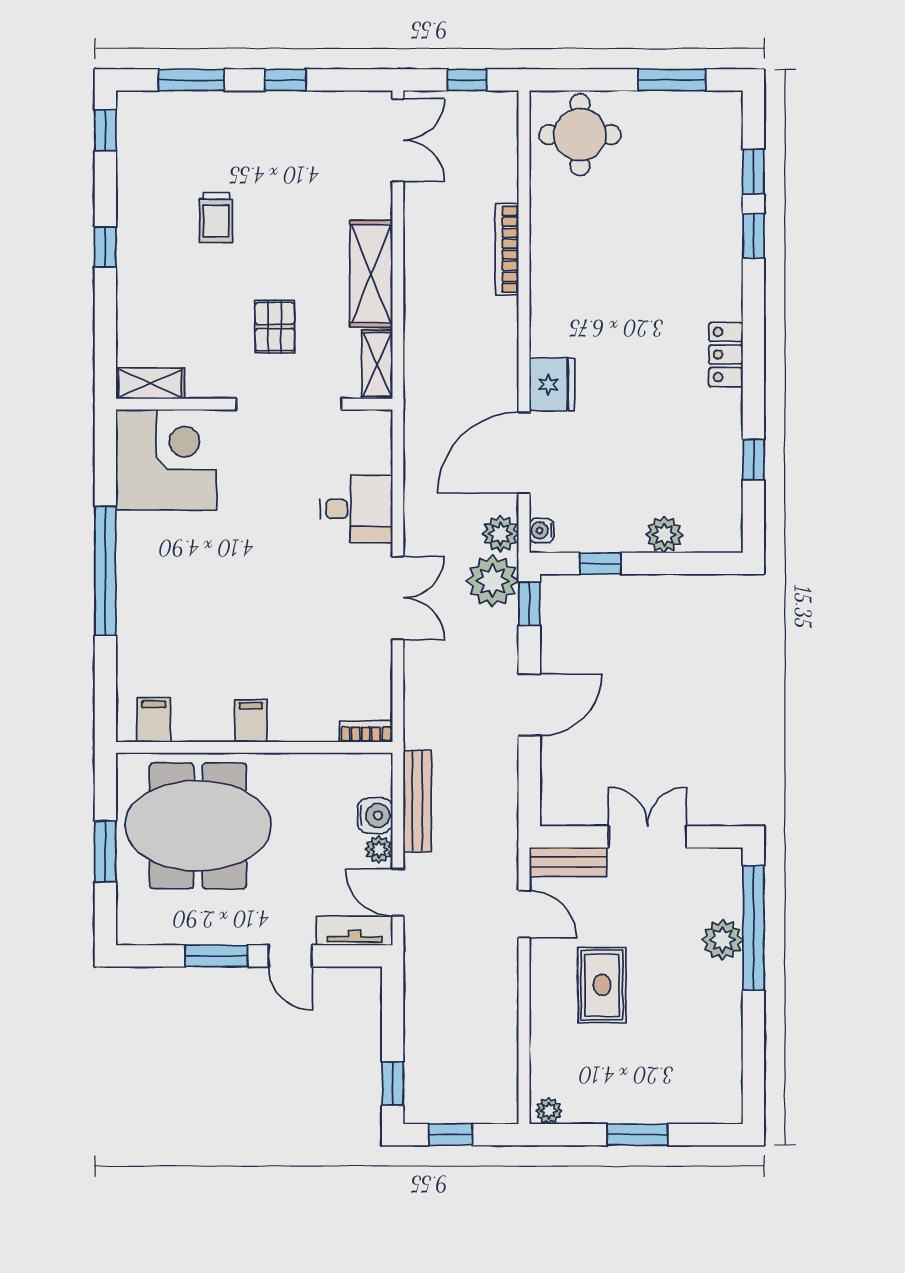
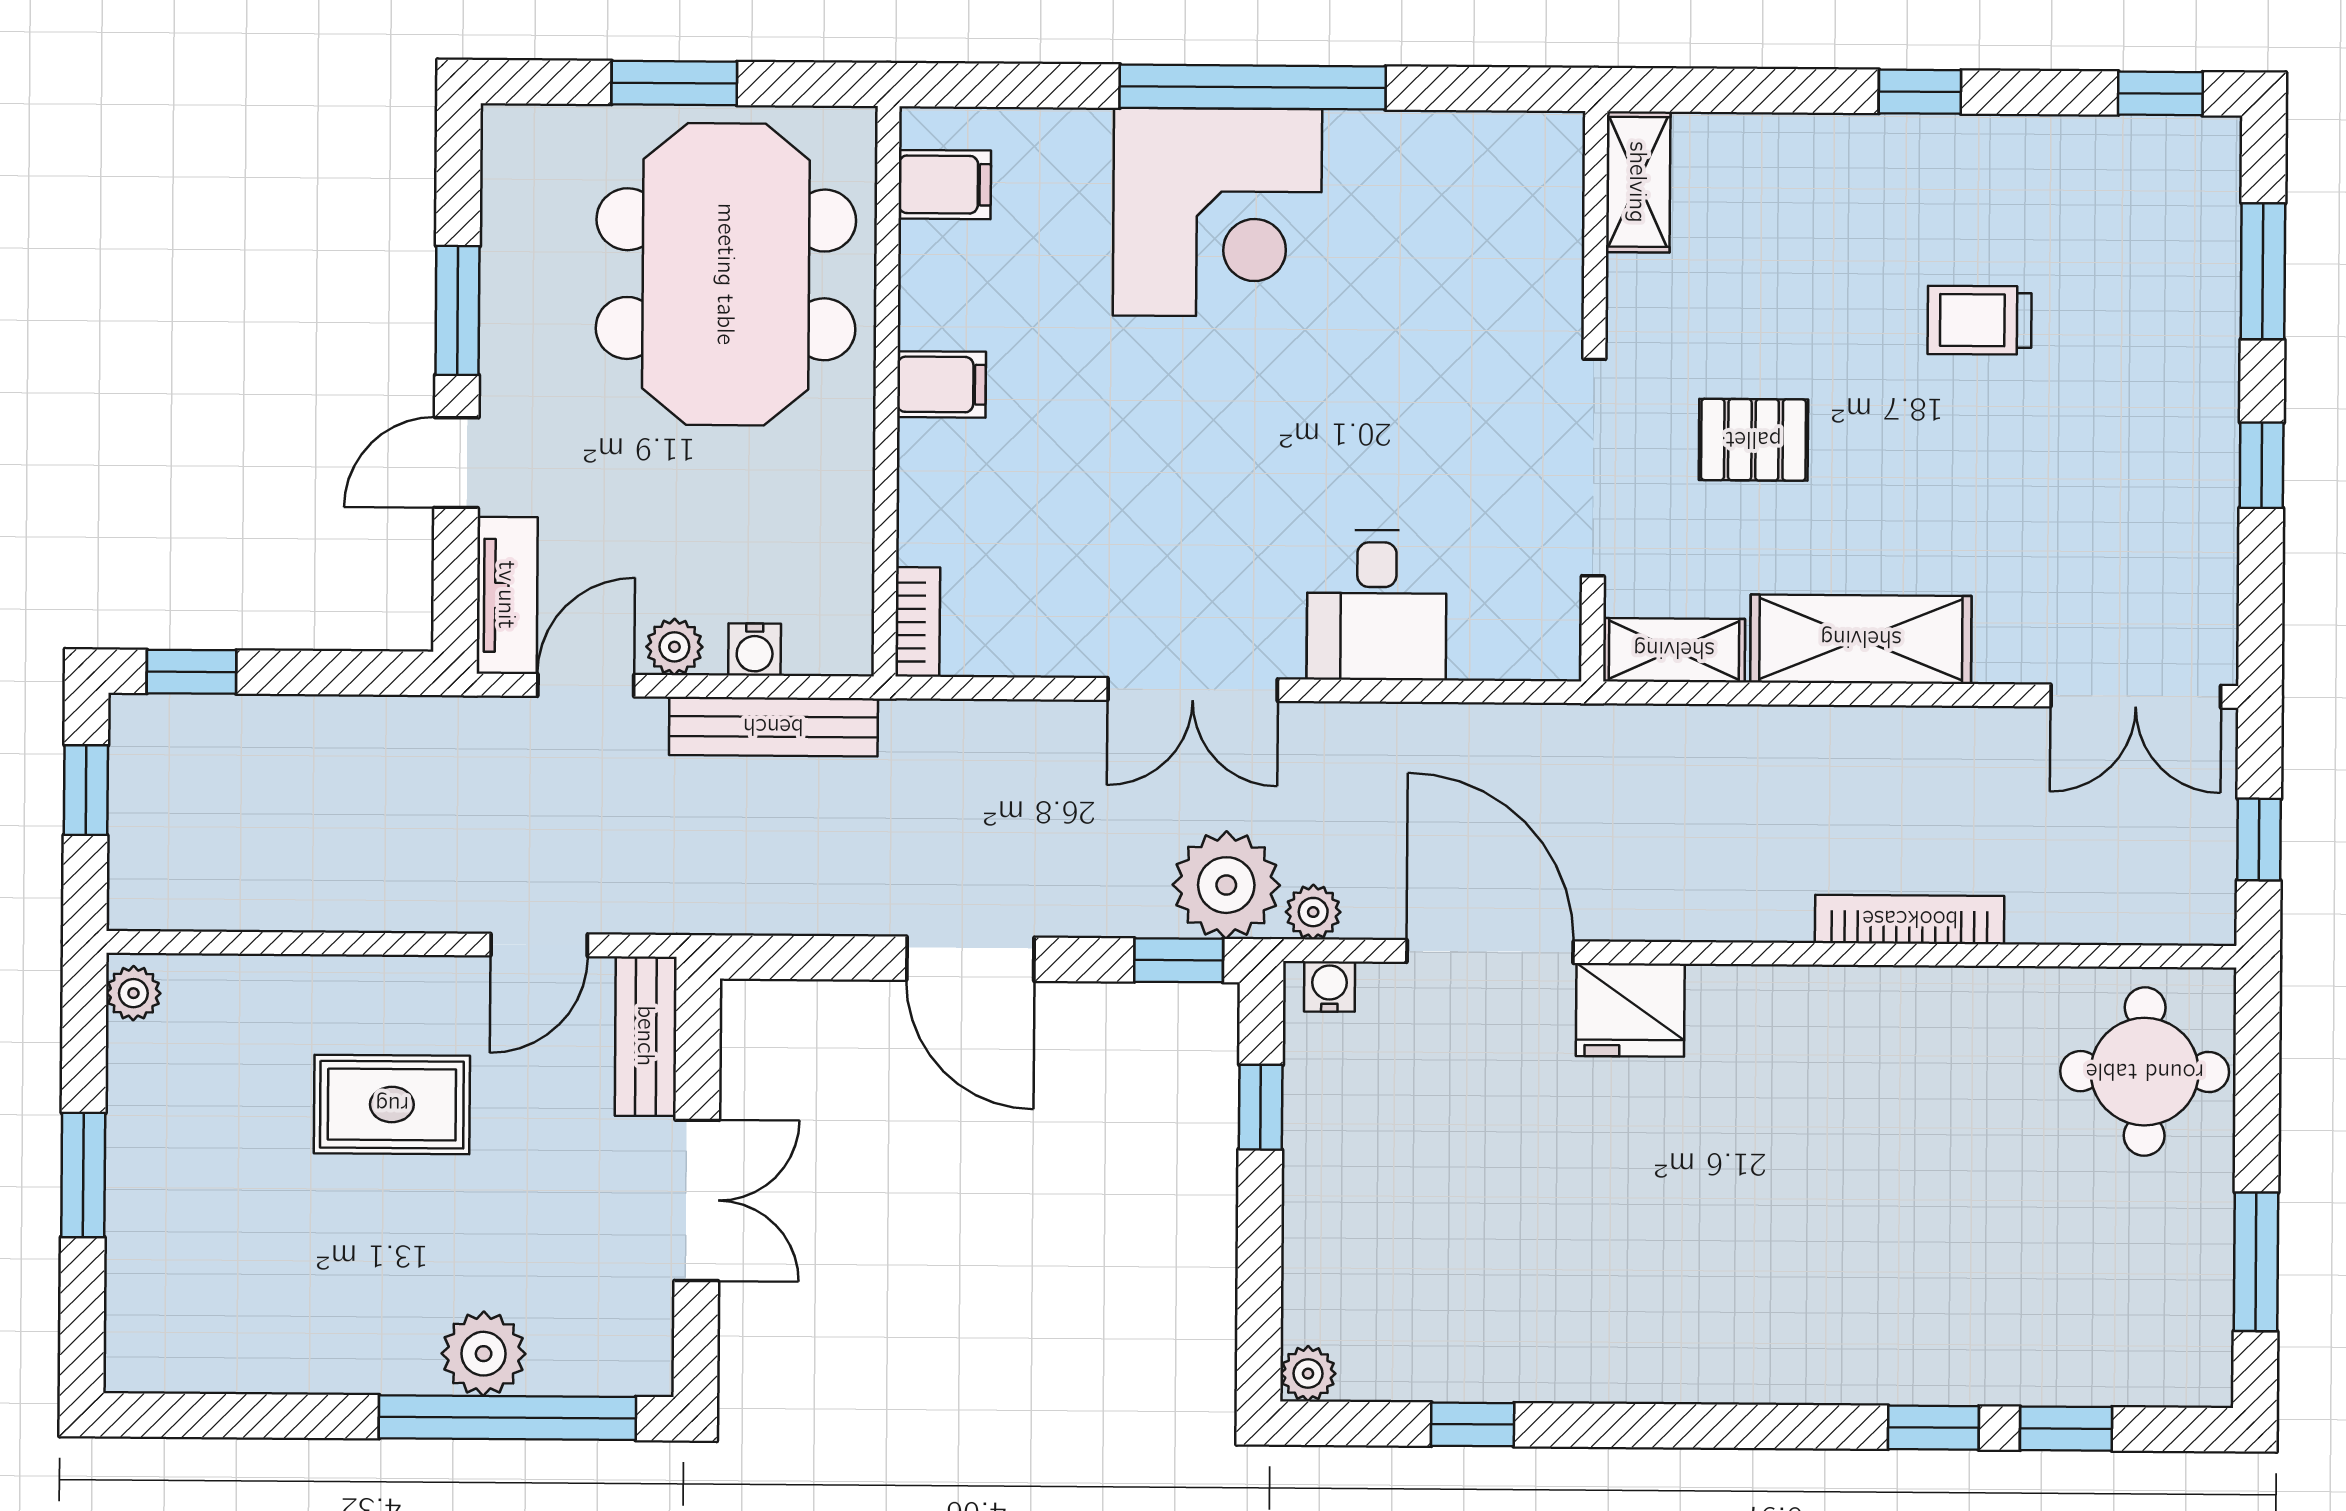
locker: (726, 355) -> (1689, 1369), removed
corner desk: (166, 460) -> (1217, 212), moved
plant: (500, 534) -> (1313, 912), width x0.73, depth x0.73
plant: (664, 535) -> (1308, 1374), moved, width x0.73, depth x0.73
water cooler: (375, 815) -> (755, 650), width x0.72, depth x0.72

